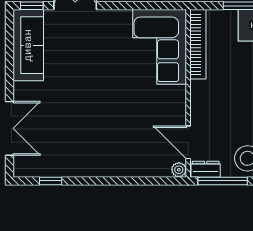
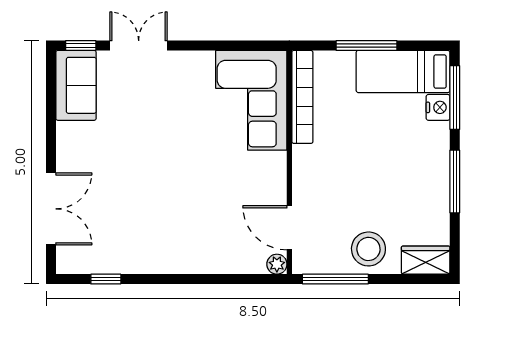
sofa: (28, 45) -> (76, 85), width x0.73
dresser: (206, 169) -> (313, 263), removed

